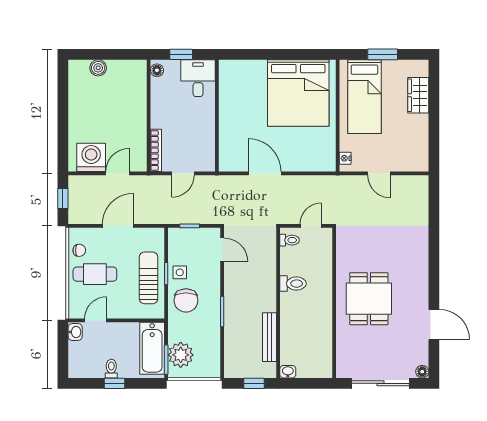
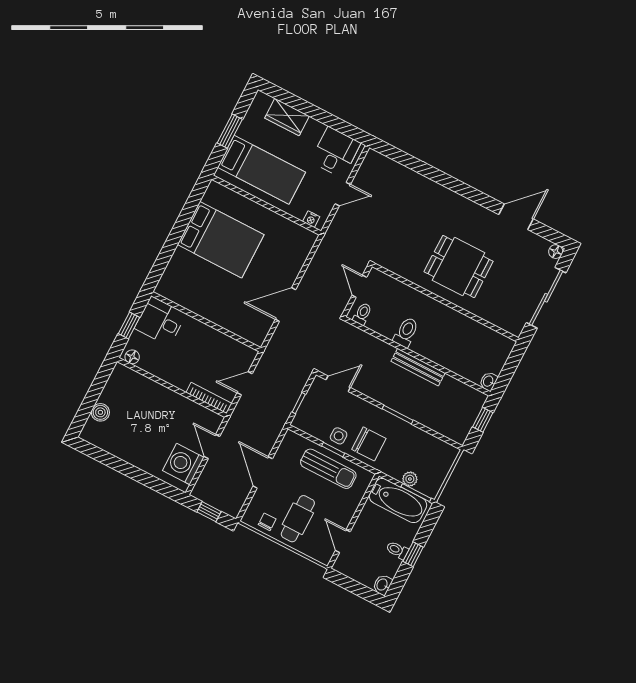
bed: (298, 93) -> (221, 240), width x0.73
desk: (410, 150) -> (335, 152), added
door: (183, 173) -> (245, 383), swing flipped
sun lounger: (149, 278) -> (328, 469), turned 180
washbasin: (75, 332) -> (382, 585), moved, turned -90
bench: (270, 337) -> (418, 367), moved
plant: (181, 355) -> (410, 479), width x0.53, depth x0.53

